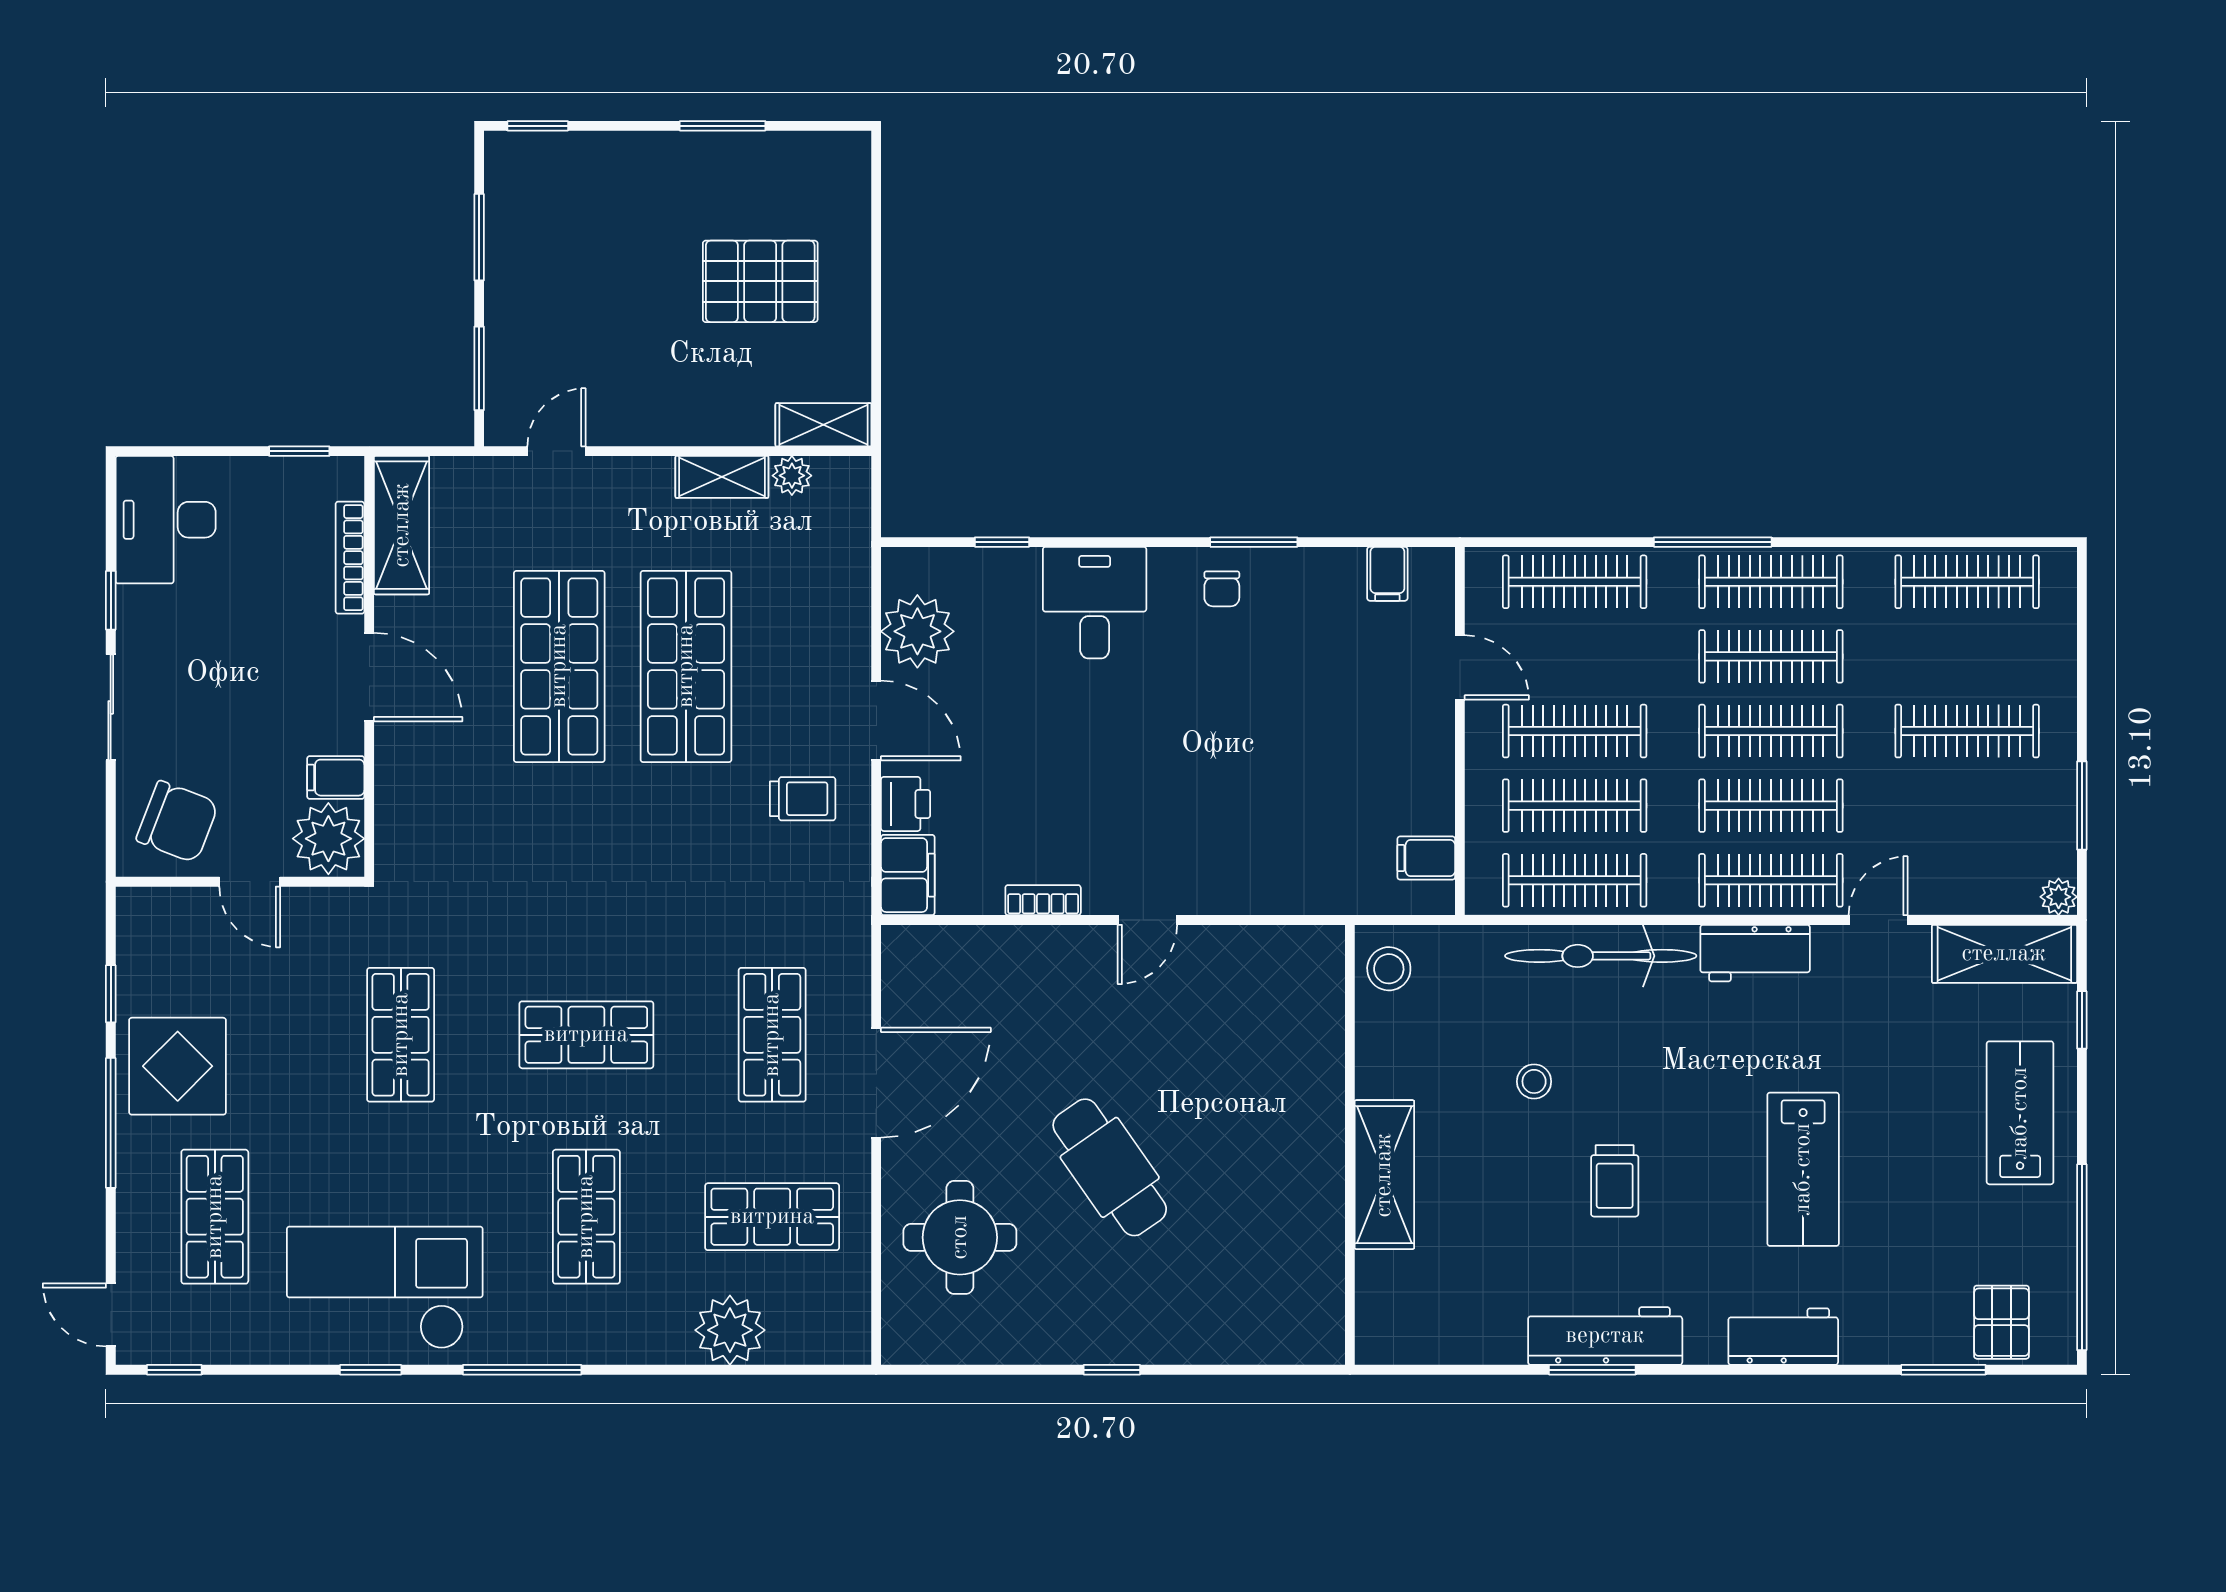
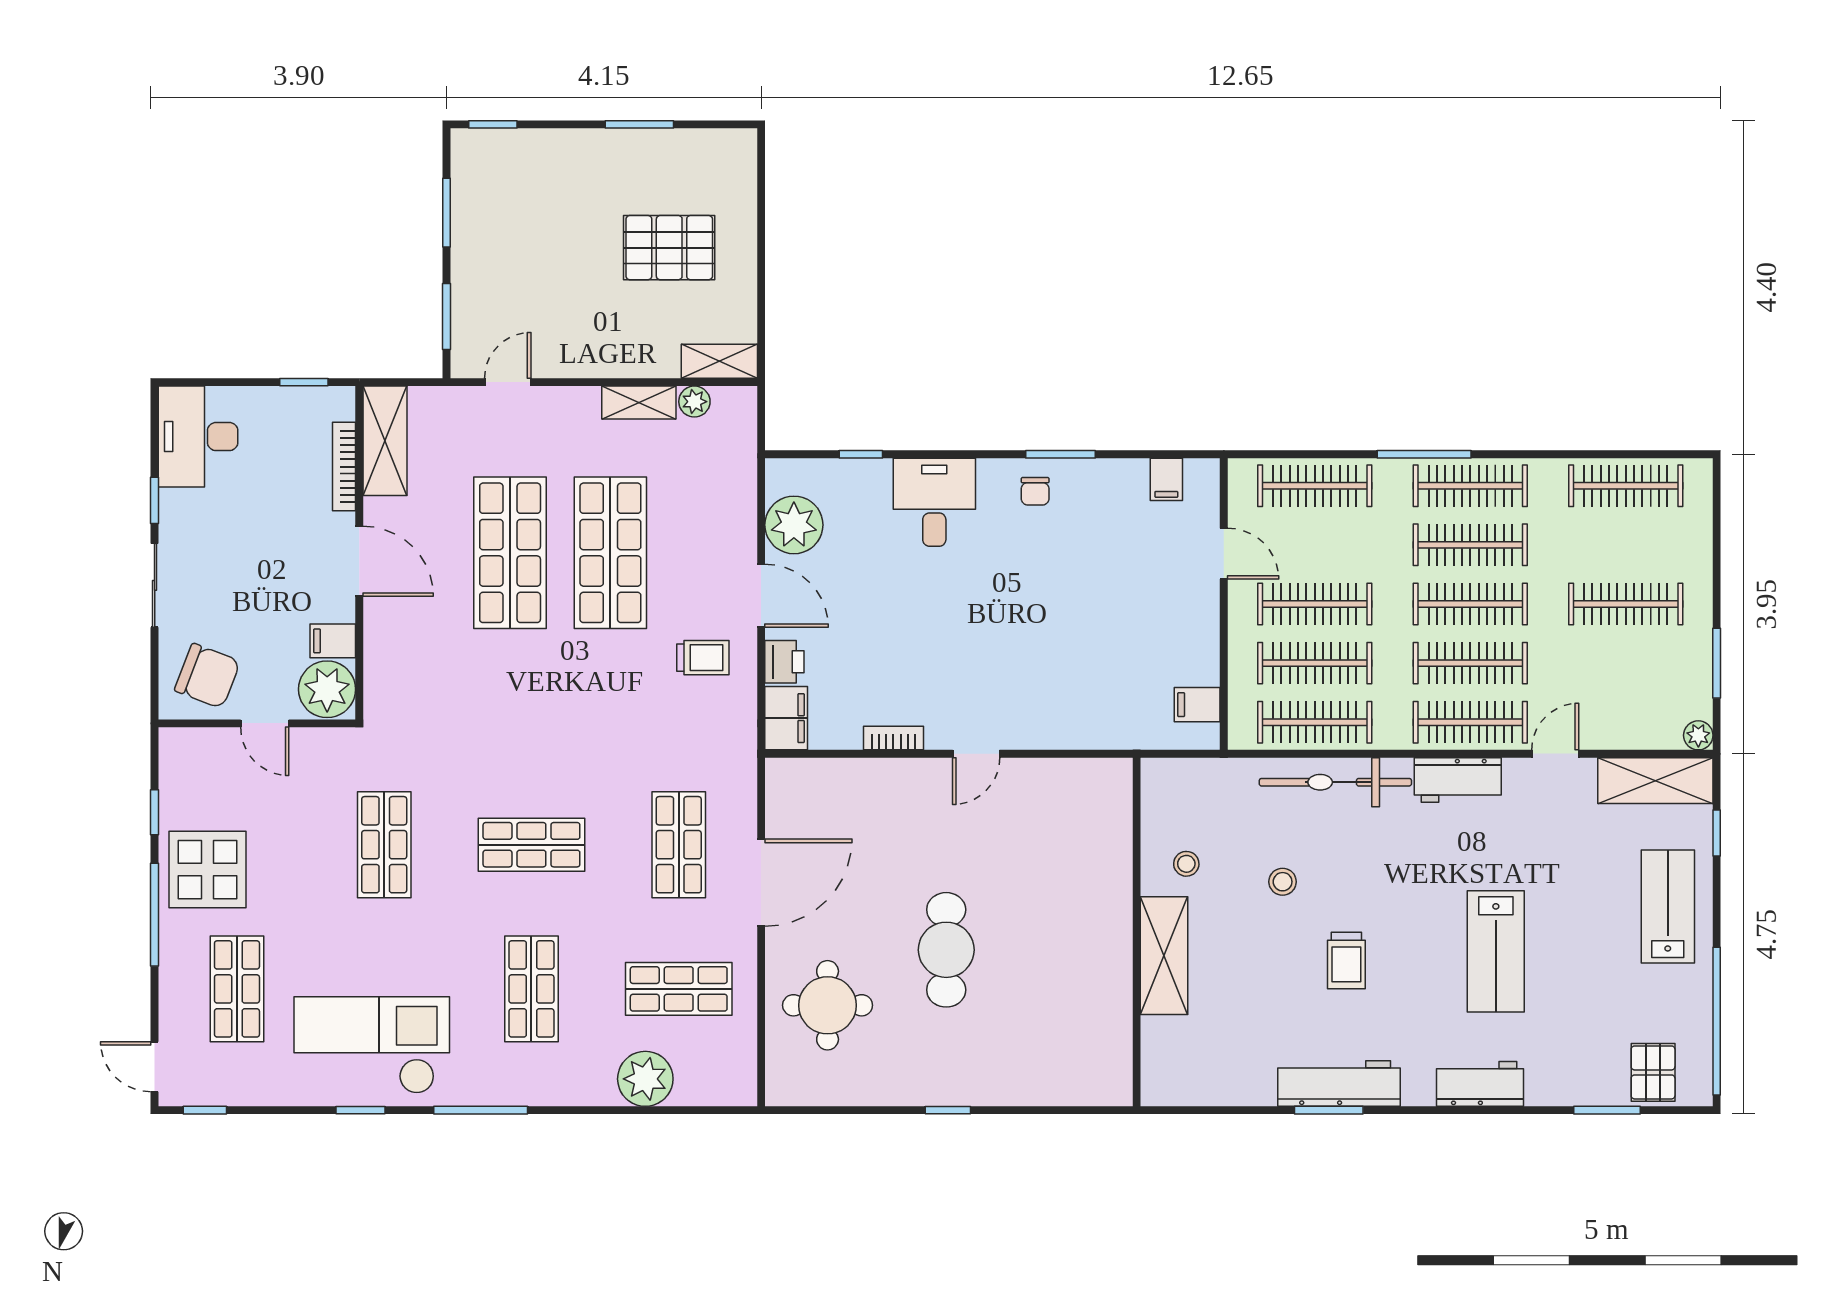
stool: (1389, 969) -> (1186, 864), moved, width x0.73, depth x0.73
cafe table: (1110, 1167) -> (946, 950), turned 35

